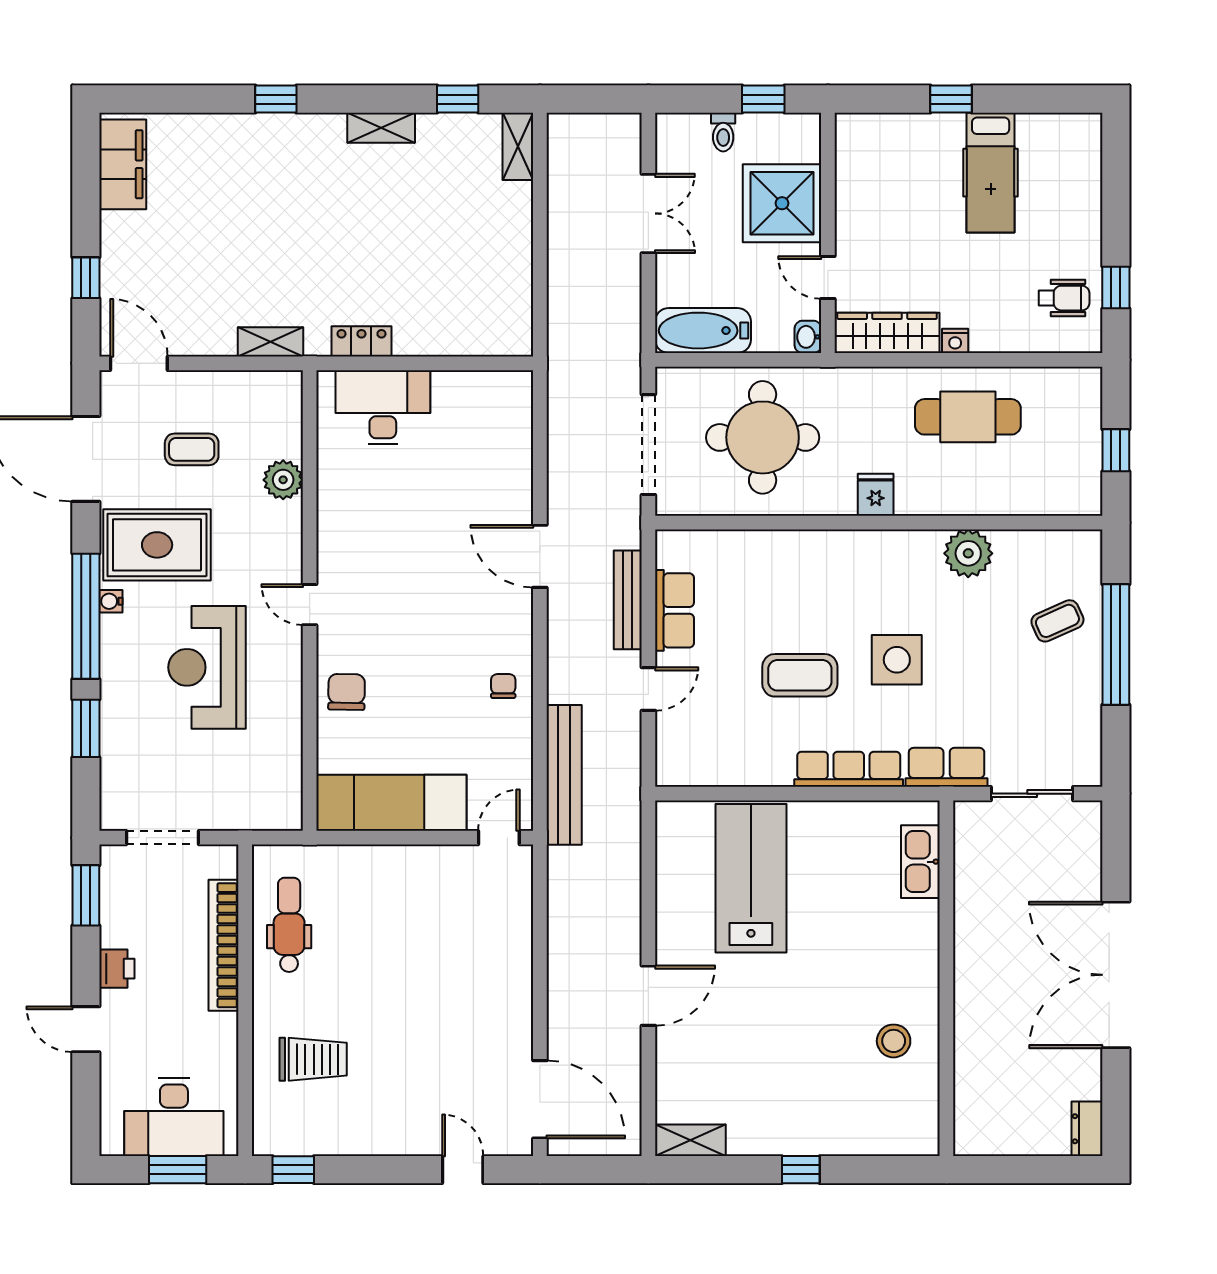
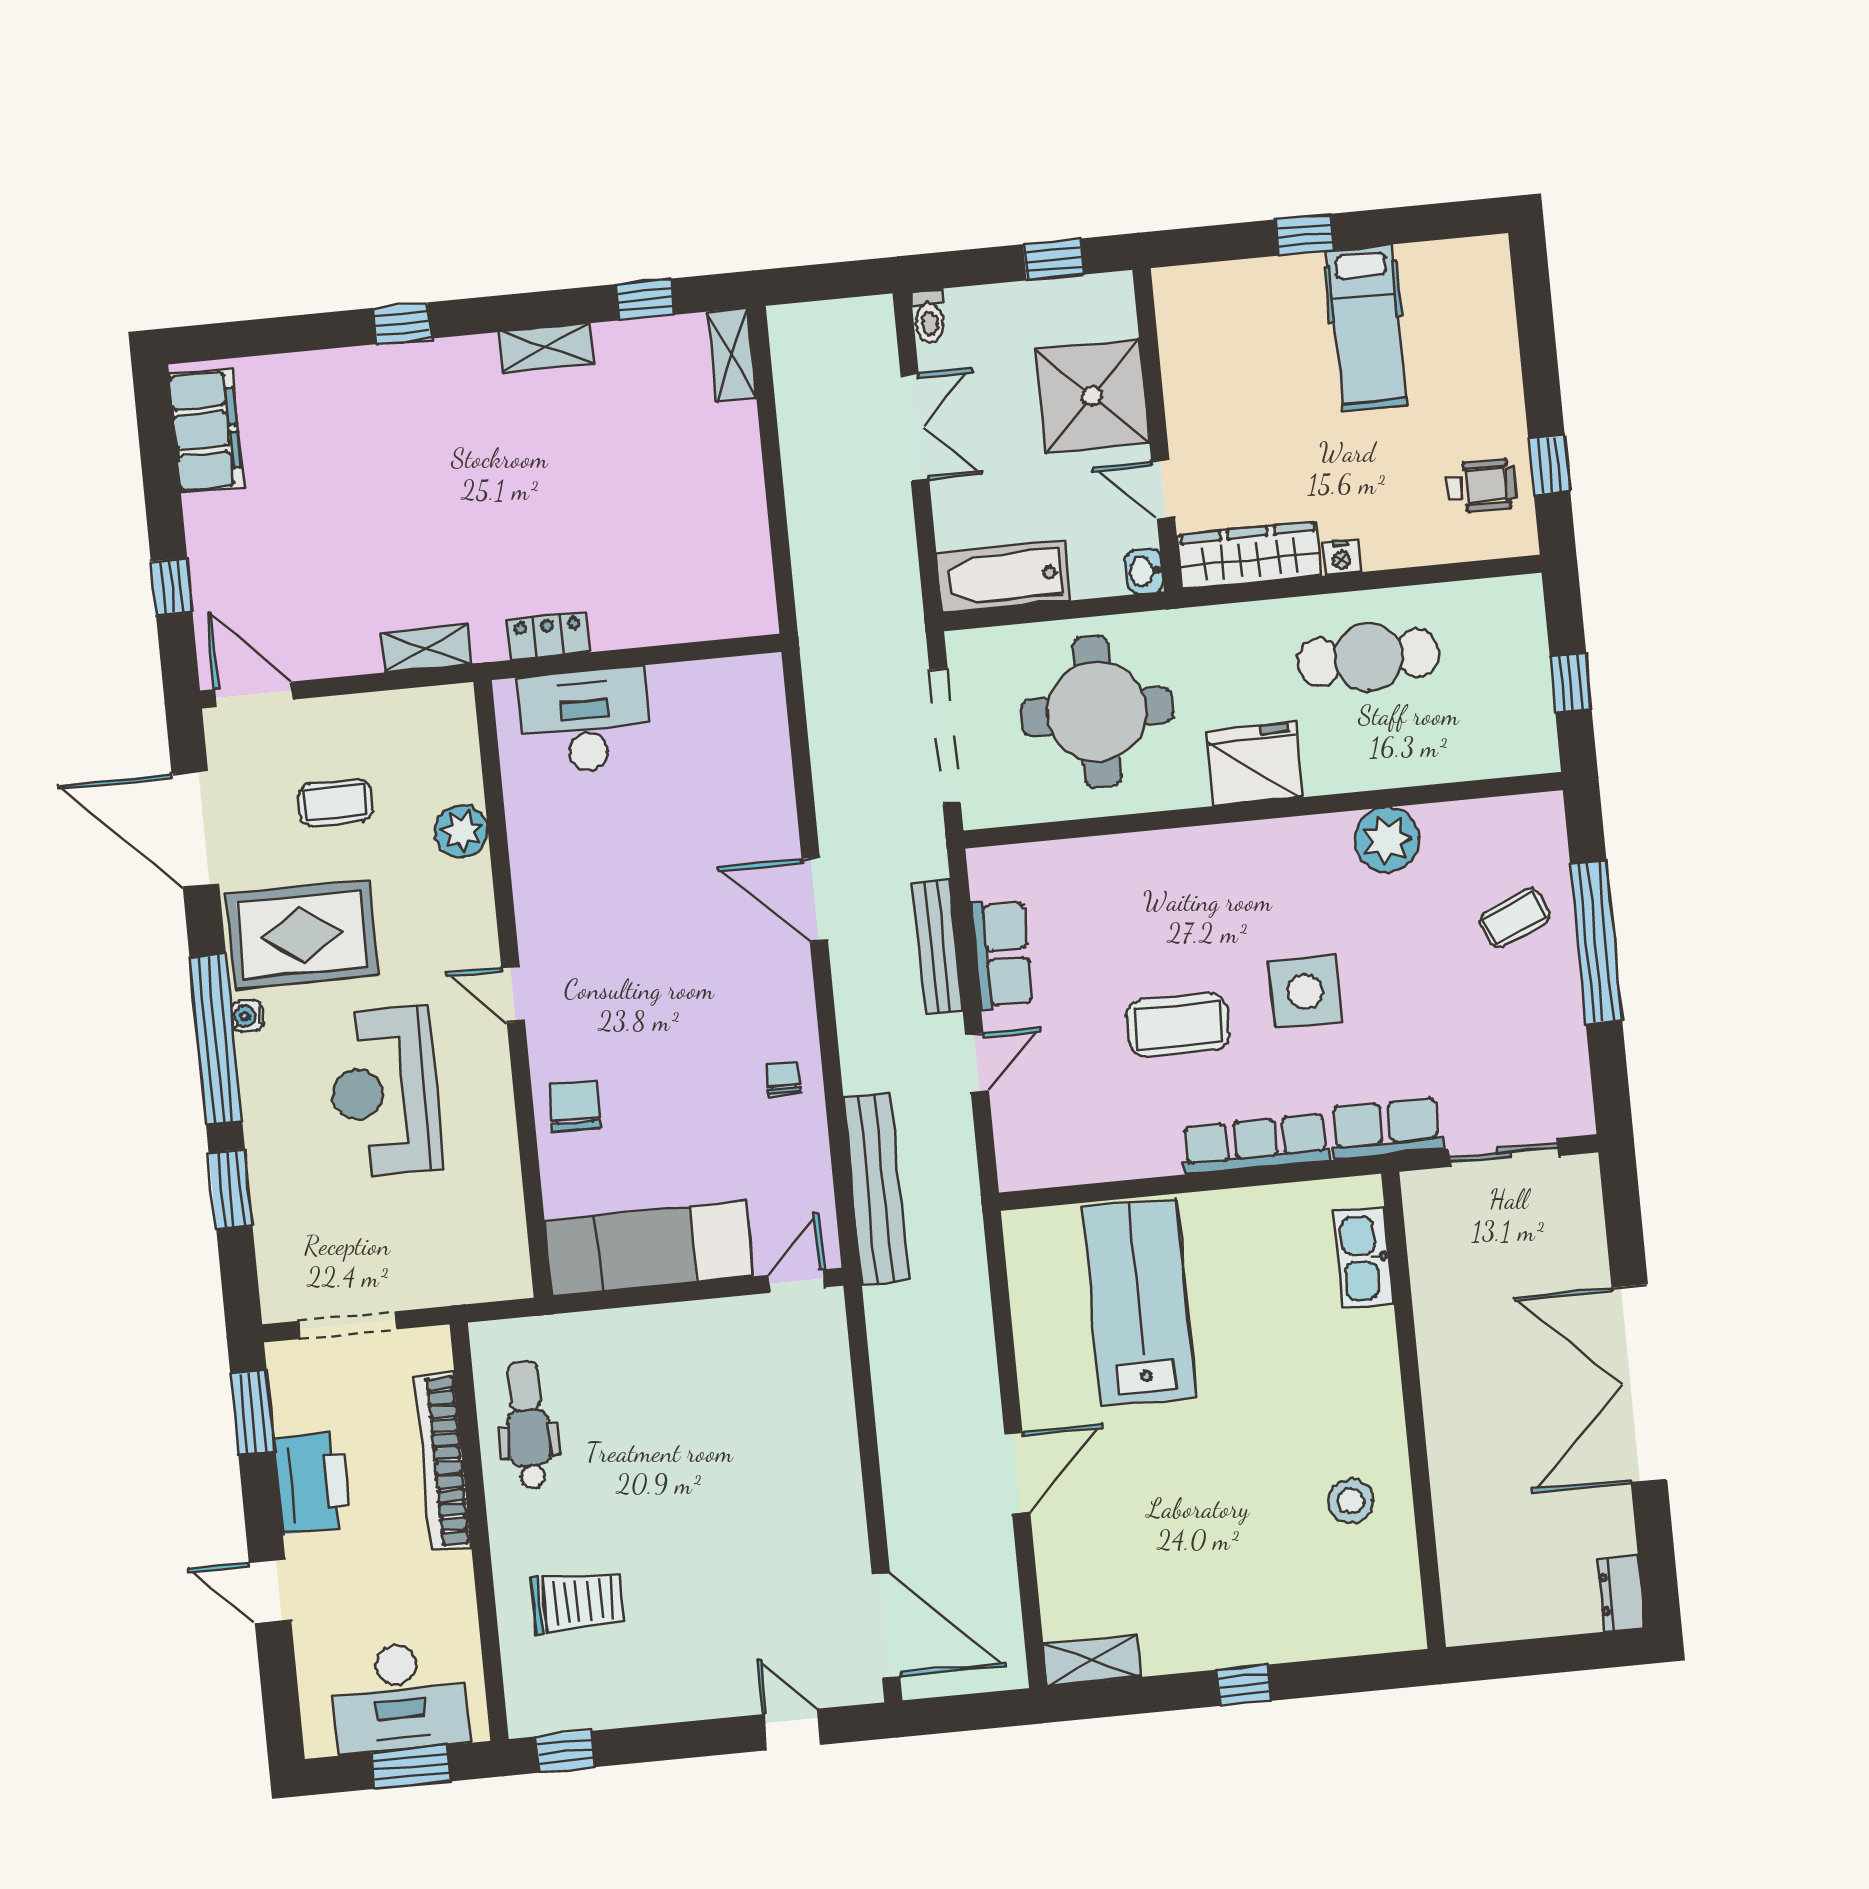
toilet: (723, 132) -> (929, 316), moved
fridge: (876, 495) -> (1254, 764), width x1.88, depth x1.34
printer: (117, 969) -> (313, 1483), width x1.87, depth x1.48

